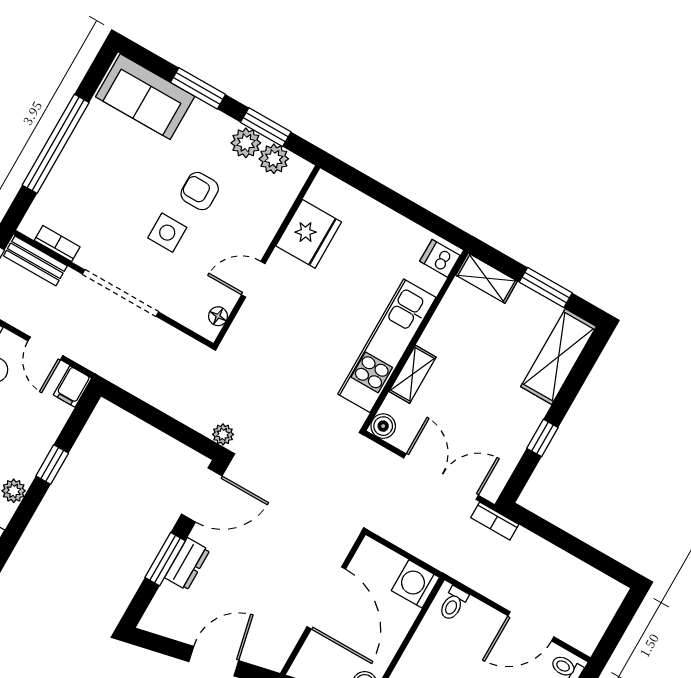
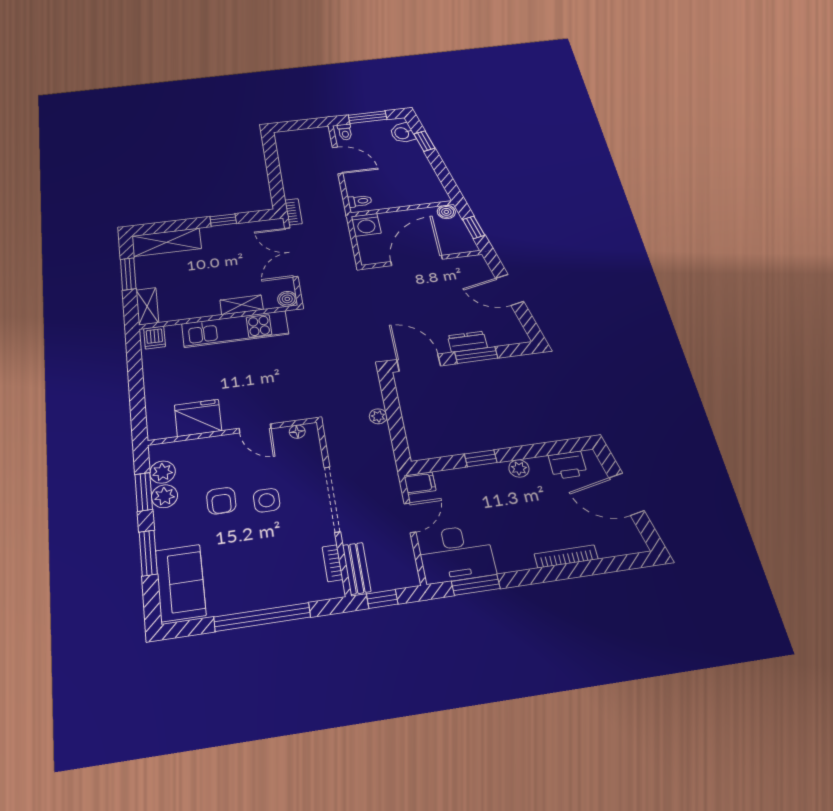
plant: (223, 434) -> (378, 416), moved

